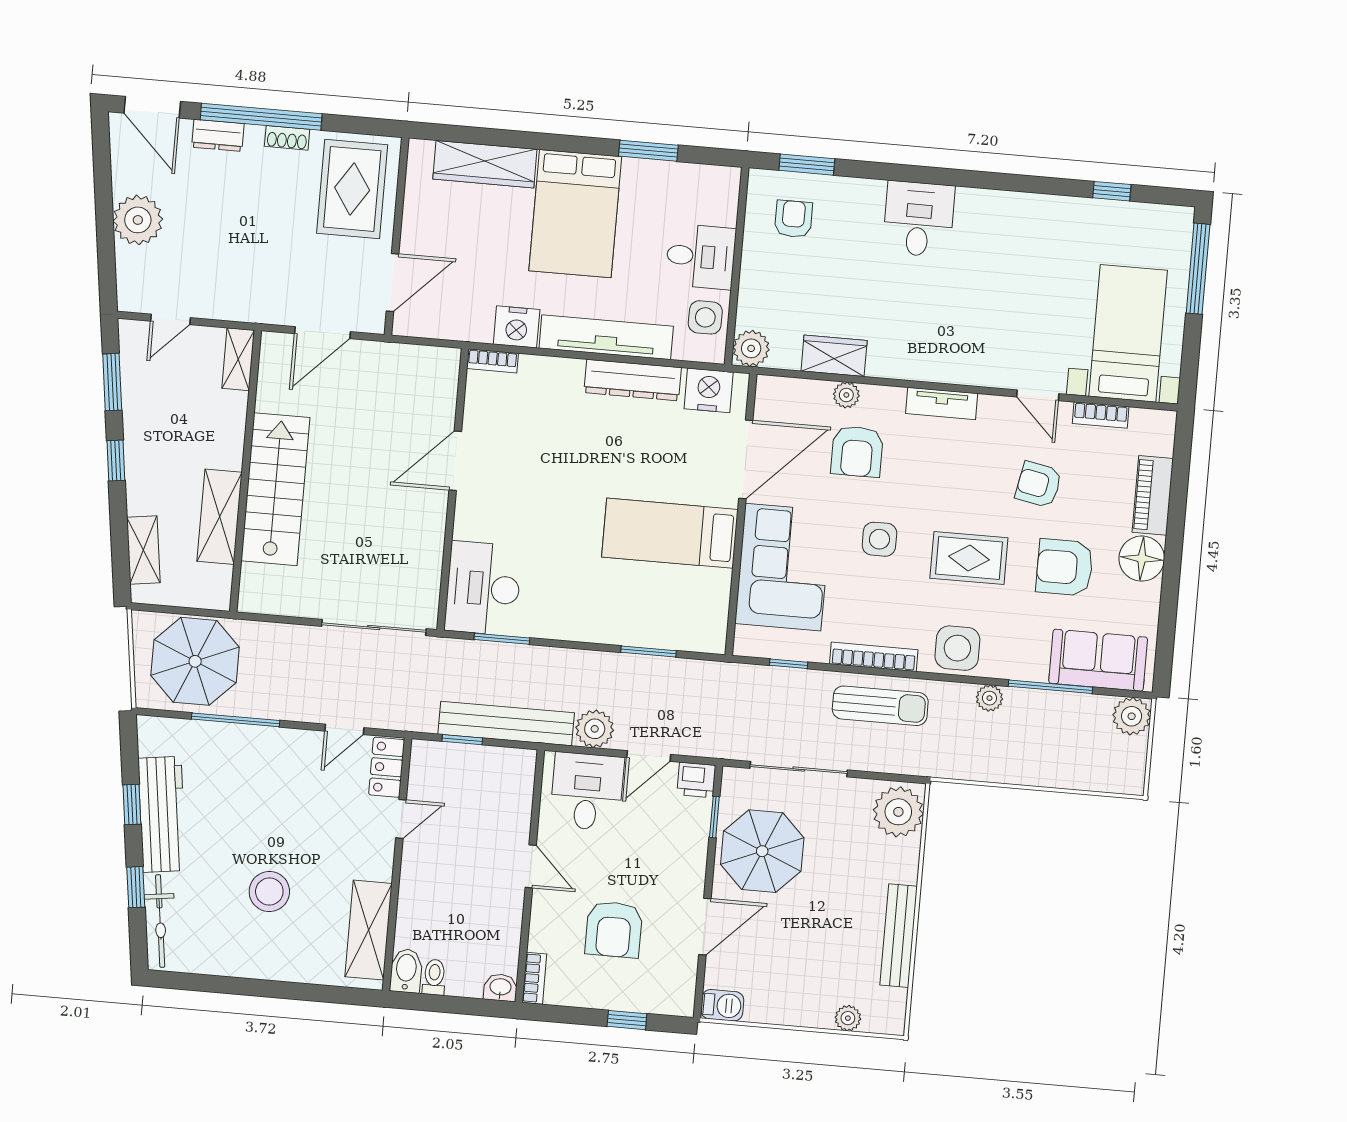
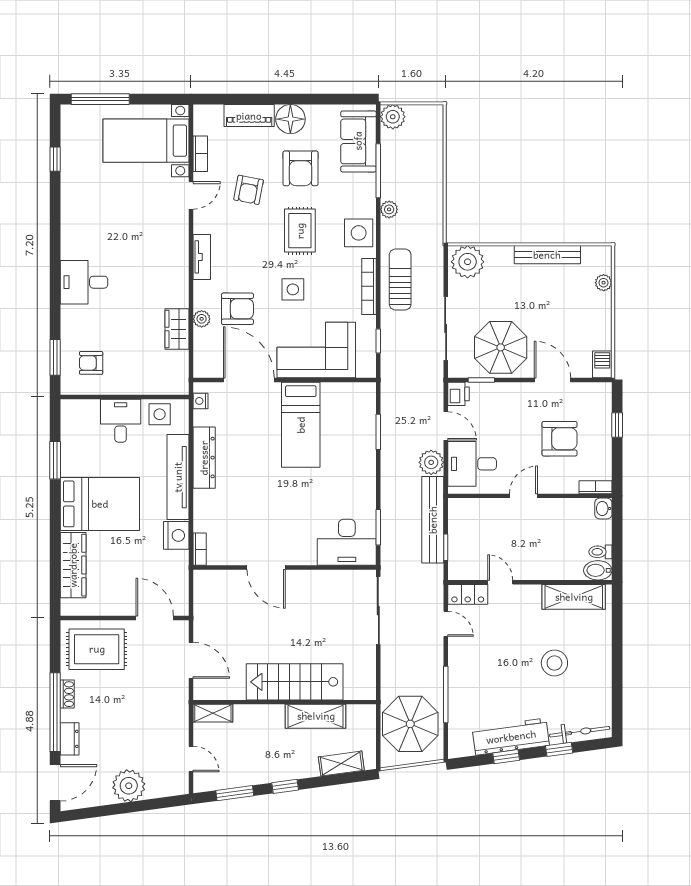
plant: (751, 348) -> (177, 383), removed
nightstand: (709, 390) -> (200, 401), width x0.53, depth x0.56

